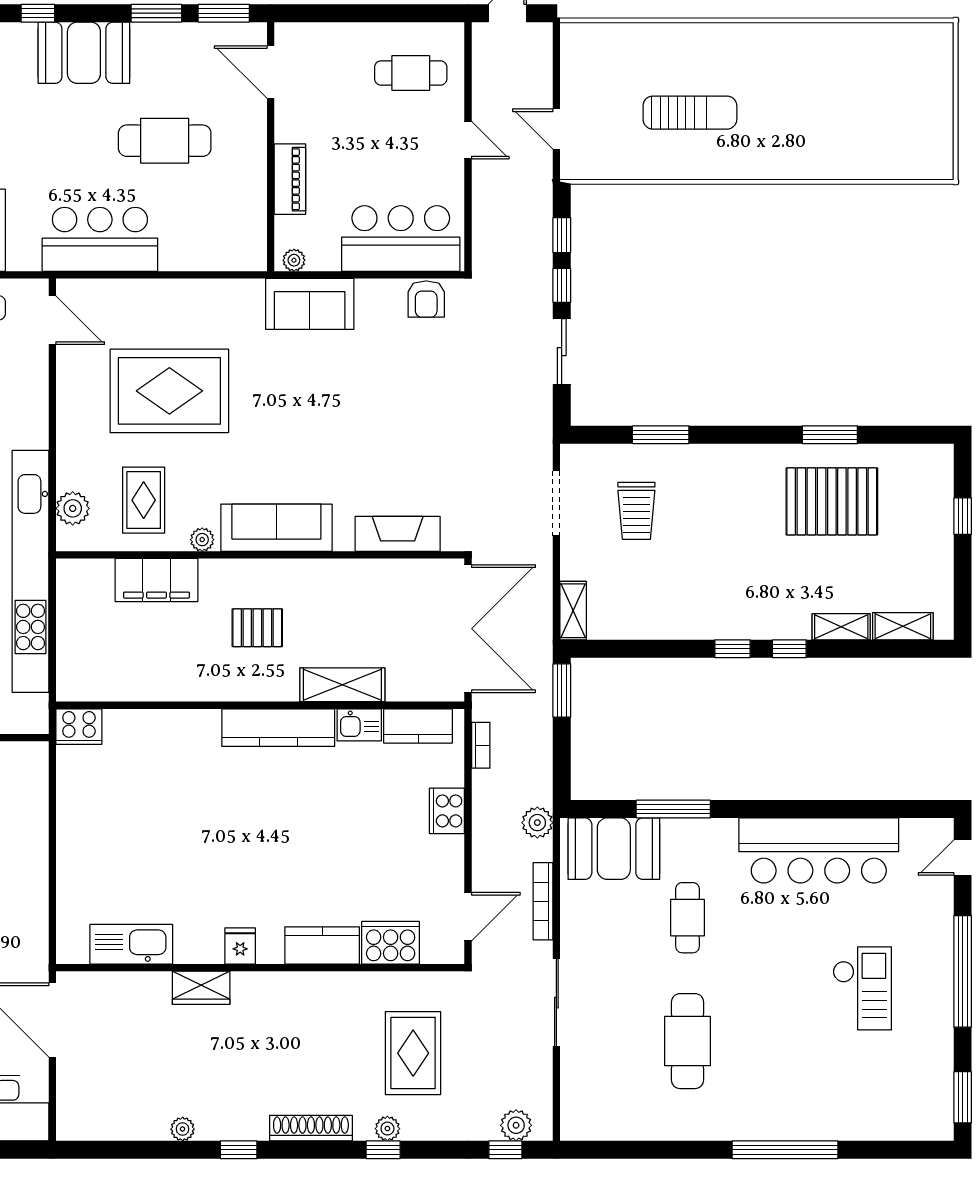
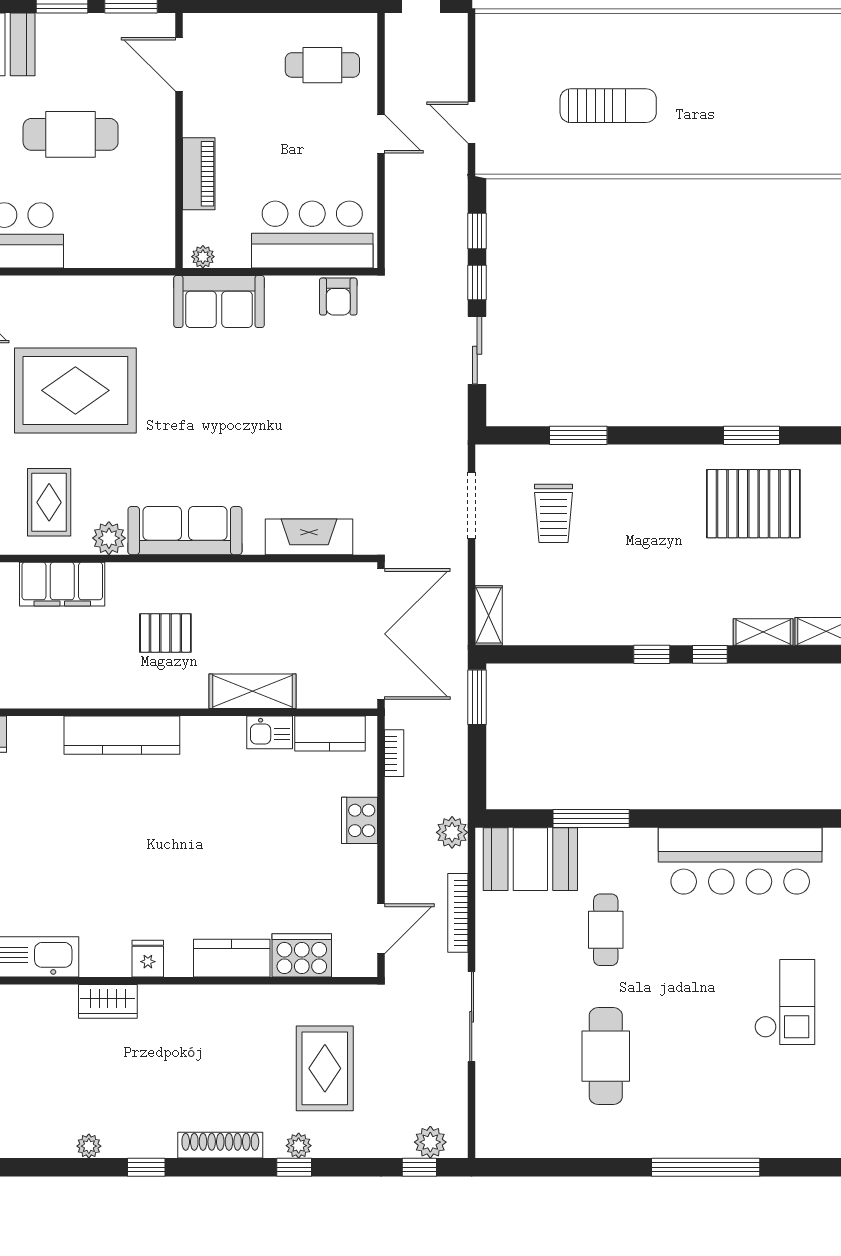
plant: (202, 540) -> (109, 538), width x1.38, depth x1.38
kitchen counter: (278, 728) -> (122, 735), moved

